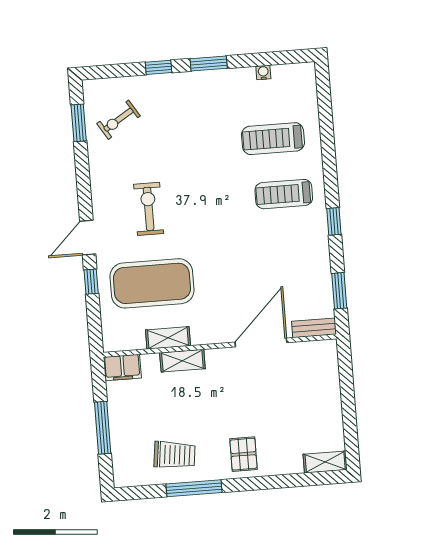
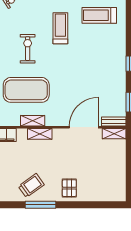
treadmill: (284, 194) -> (60, 28), moved, turned 90
trolley: (175, 455) -> (31, 185), turned -43
shelving: (325, 462) -> (114, 134), moved

